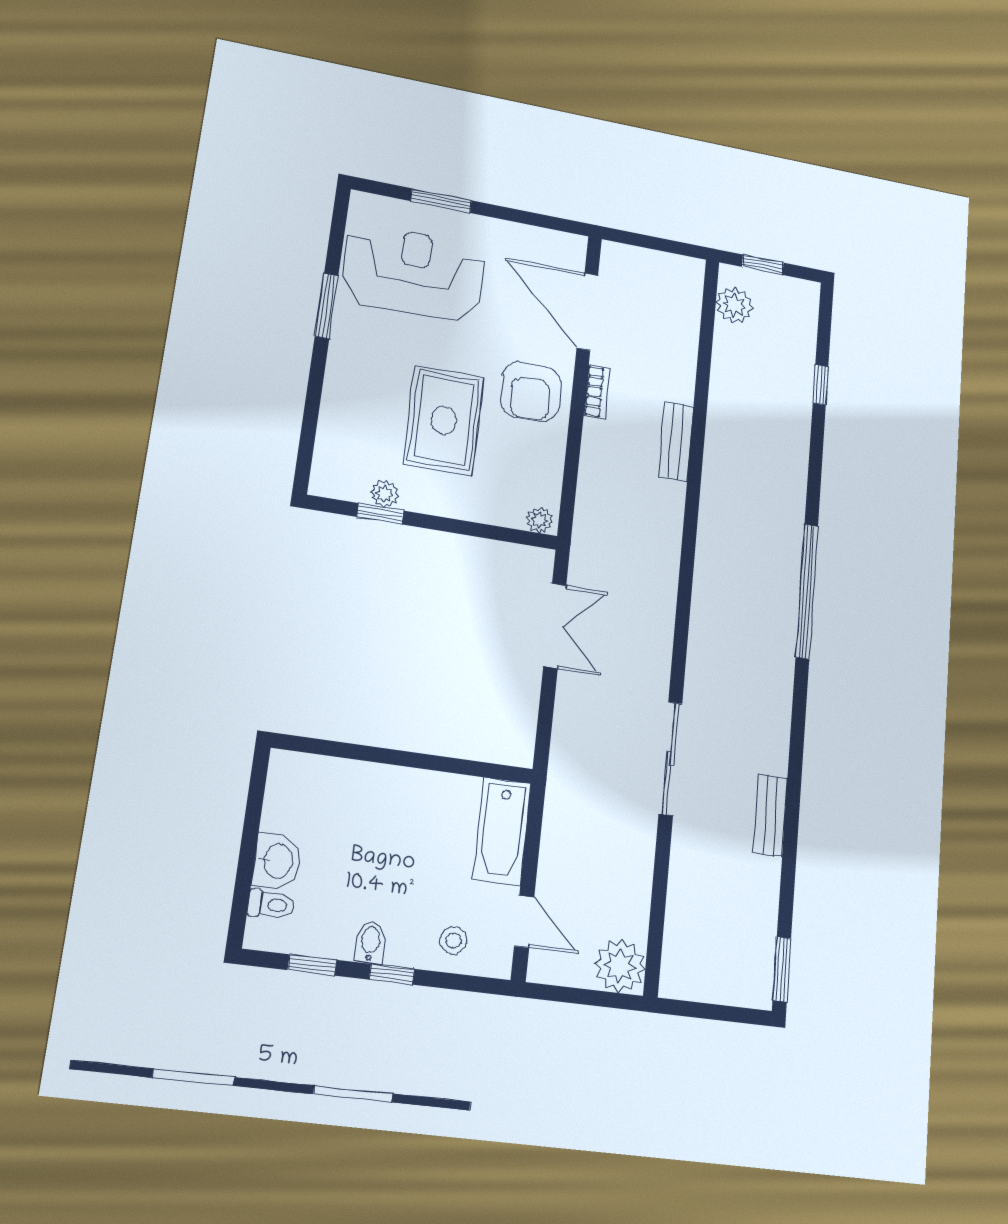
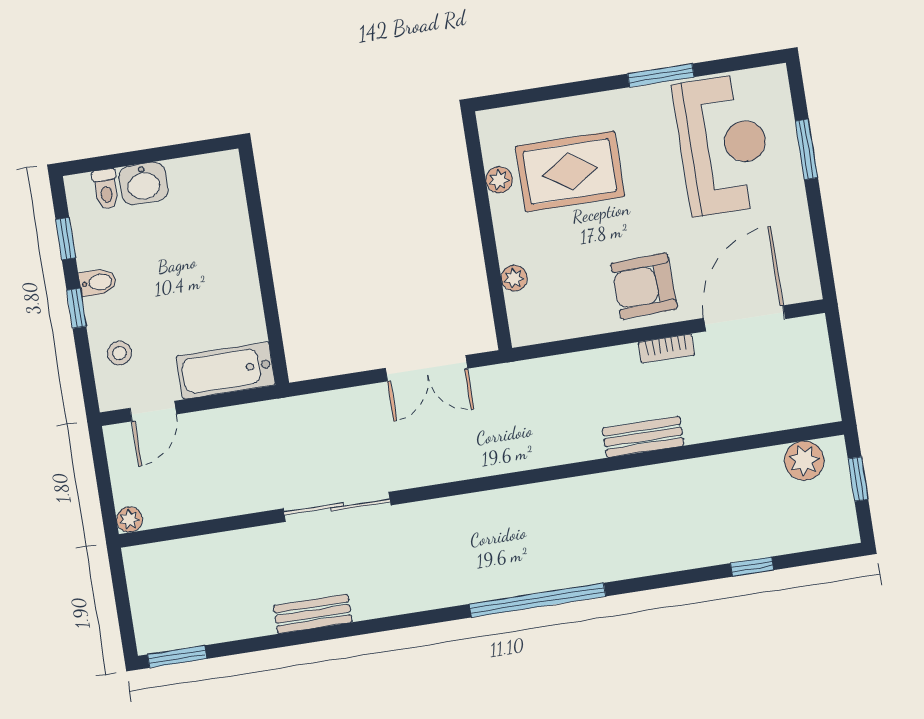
rug: (444, 421) -> (570, 171), moved
window: (380, 514) -> (479, 181), removed
plant: (539, 520) -> (514, 278), moved
plant: (620, 966) -> (129, 520), width x0.53, depth x0.53

